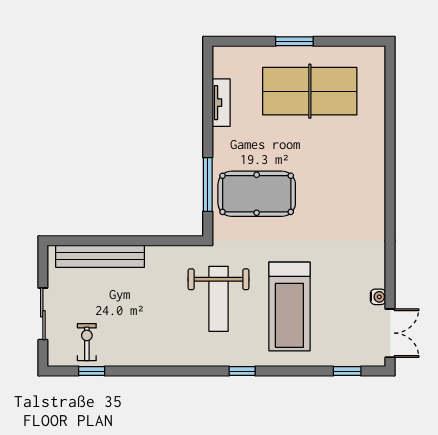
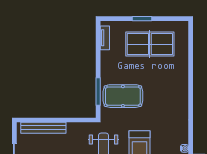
tv unit: (221, 103) -> (105, 38), moved

